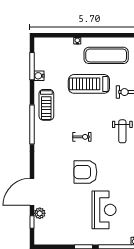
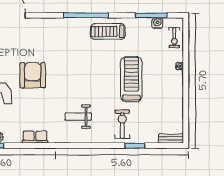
exercise mat: (106, 55) -> (163, 98), removed
water cooler: (39, 76) -> (157, 23), moved
exercise bike: (82, 137) -> (174, 38), moved

